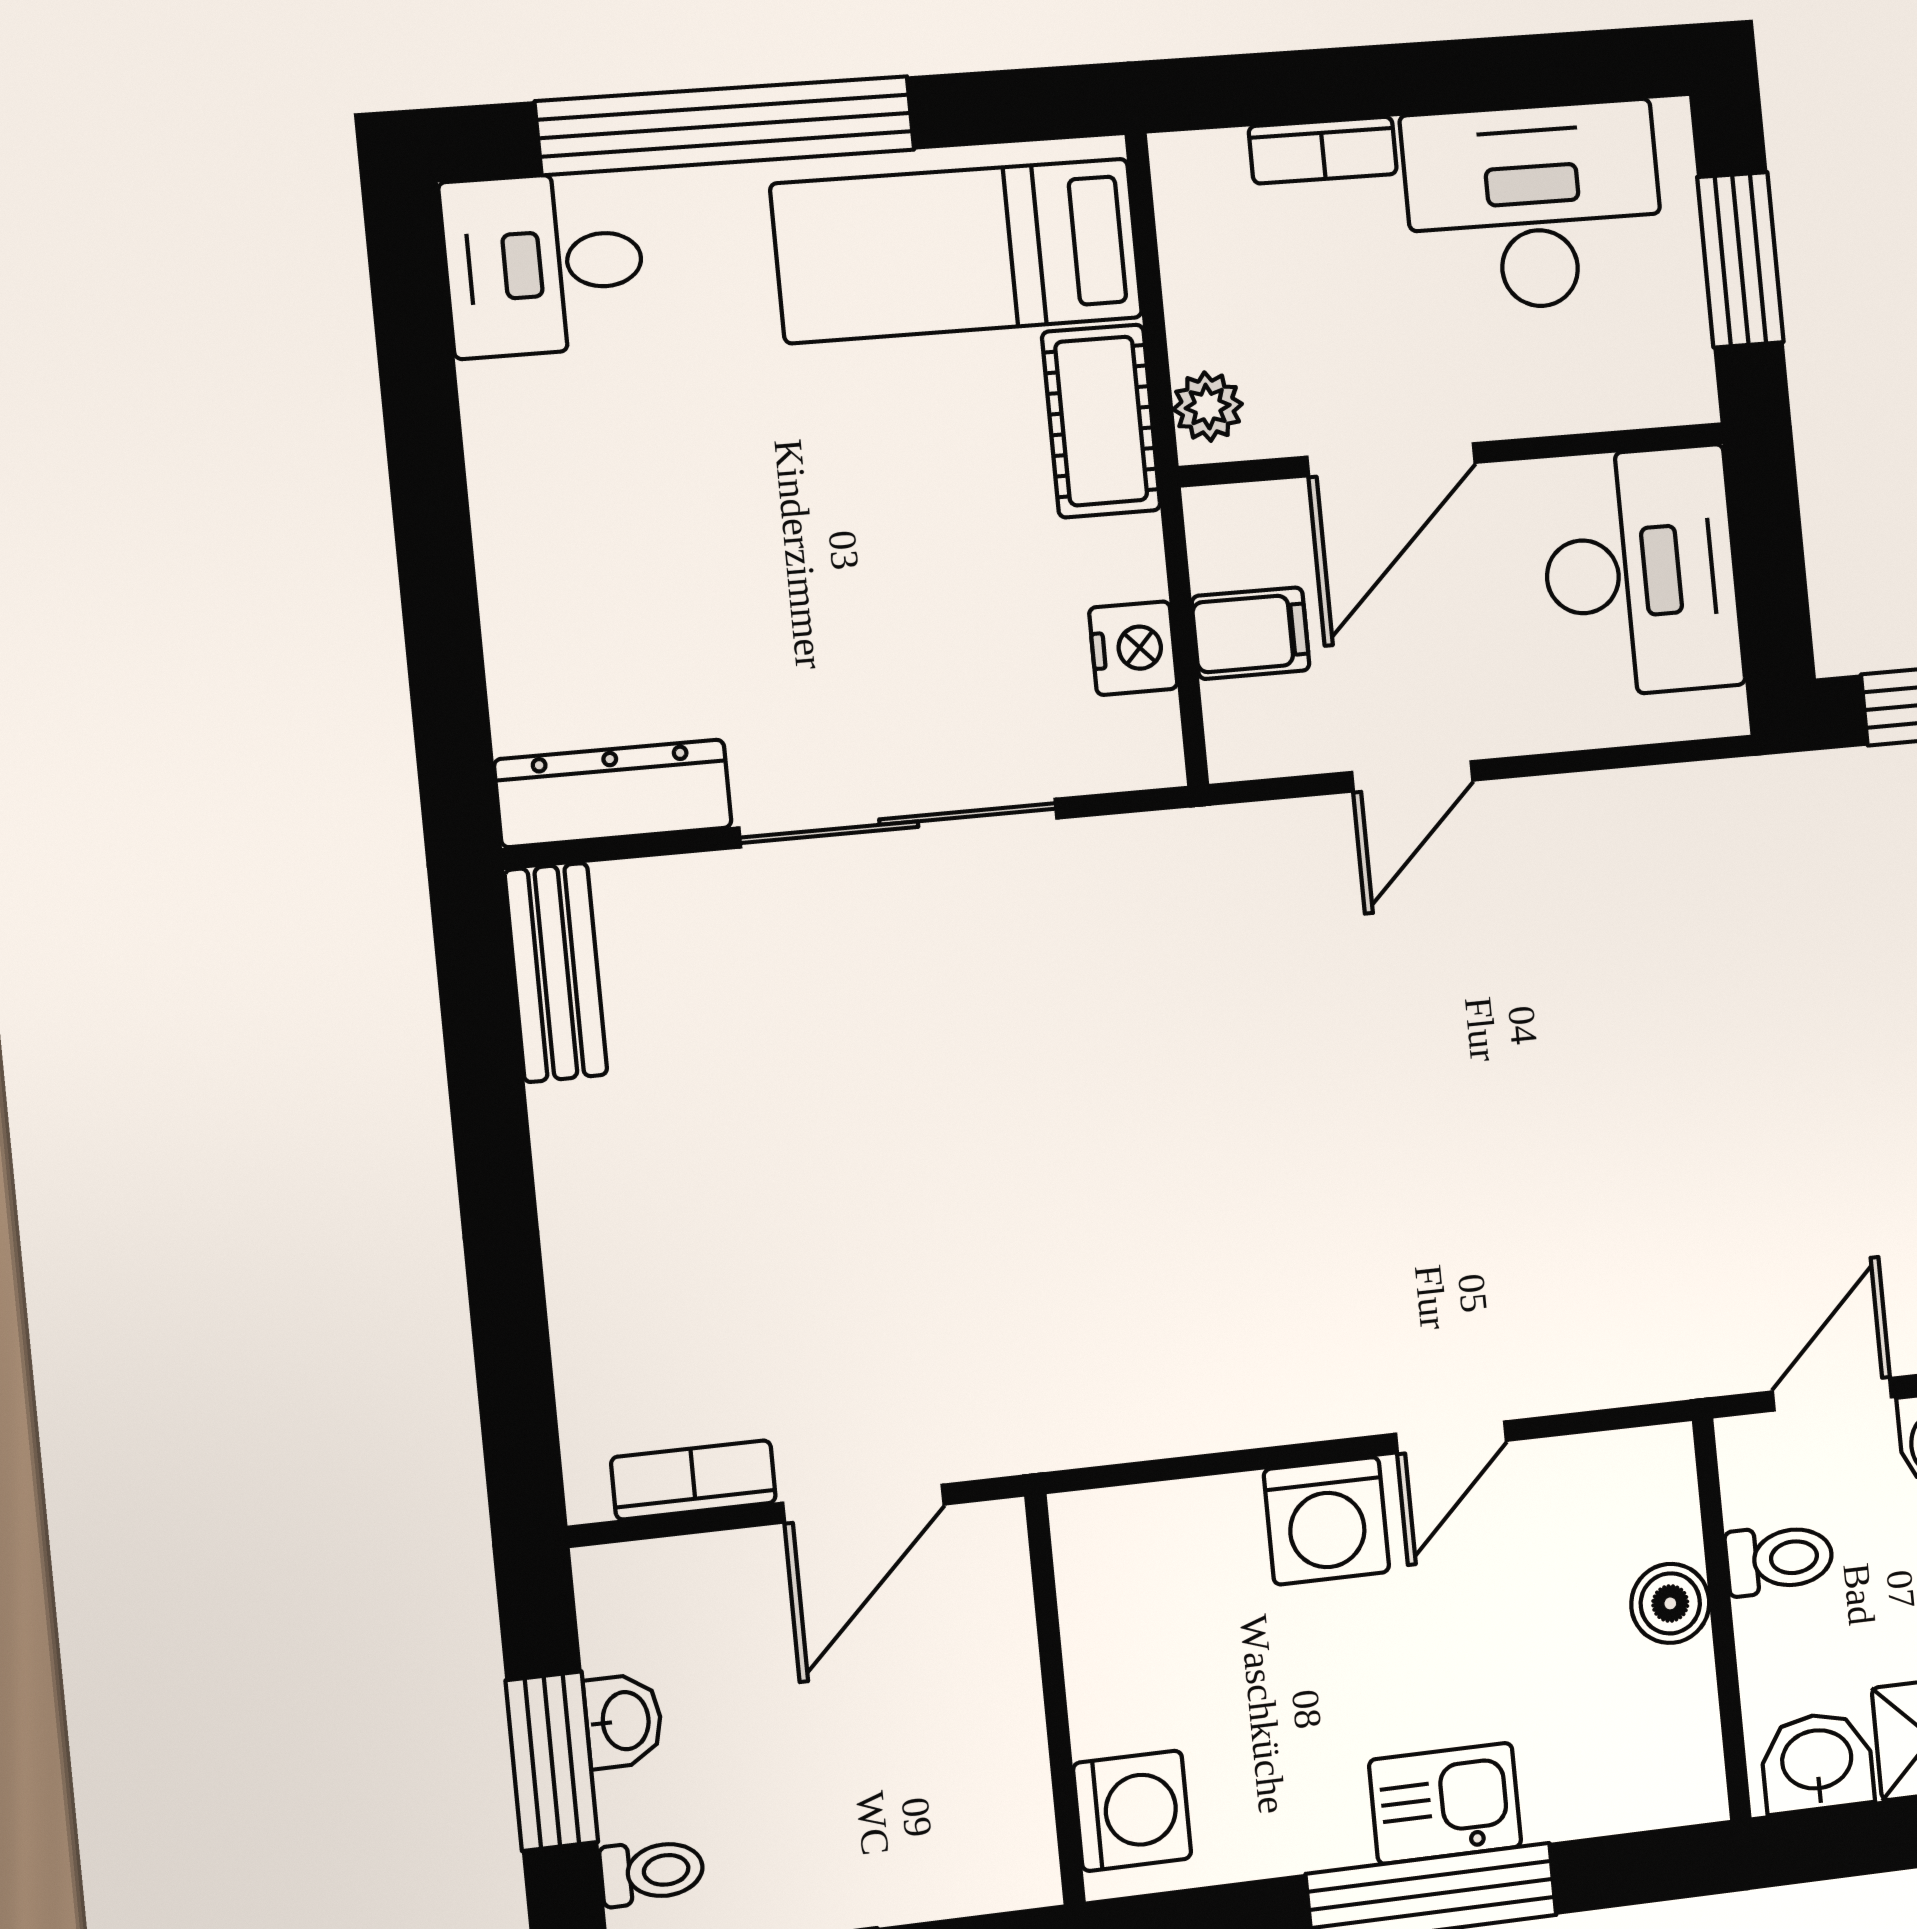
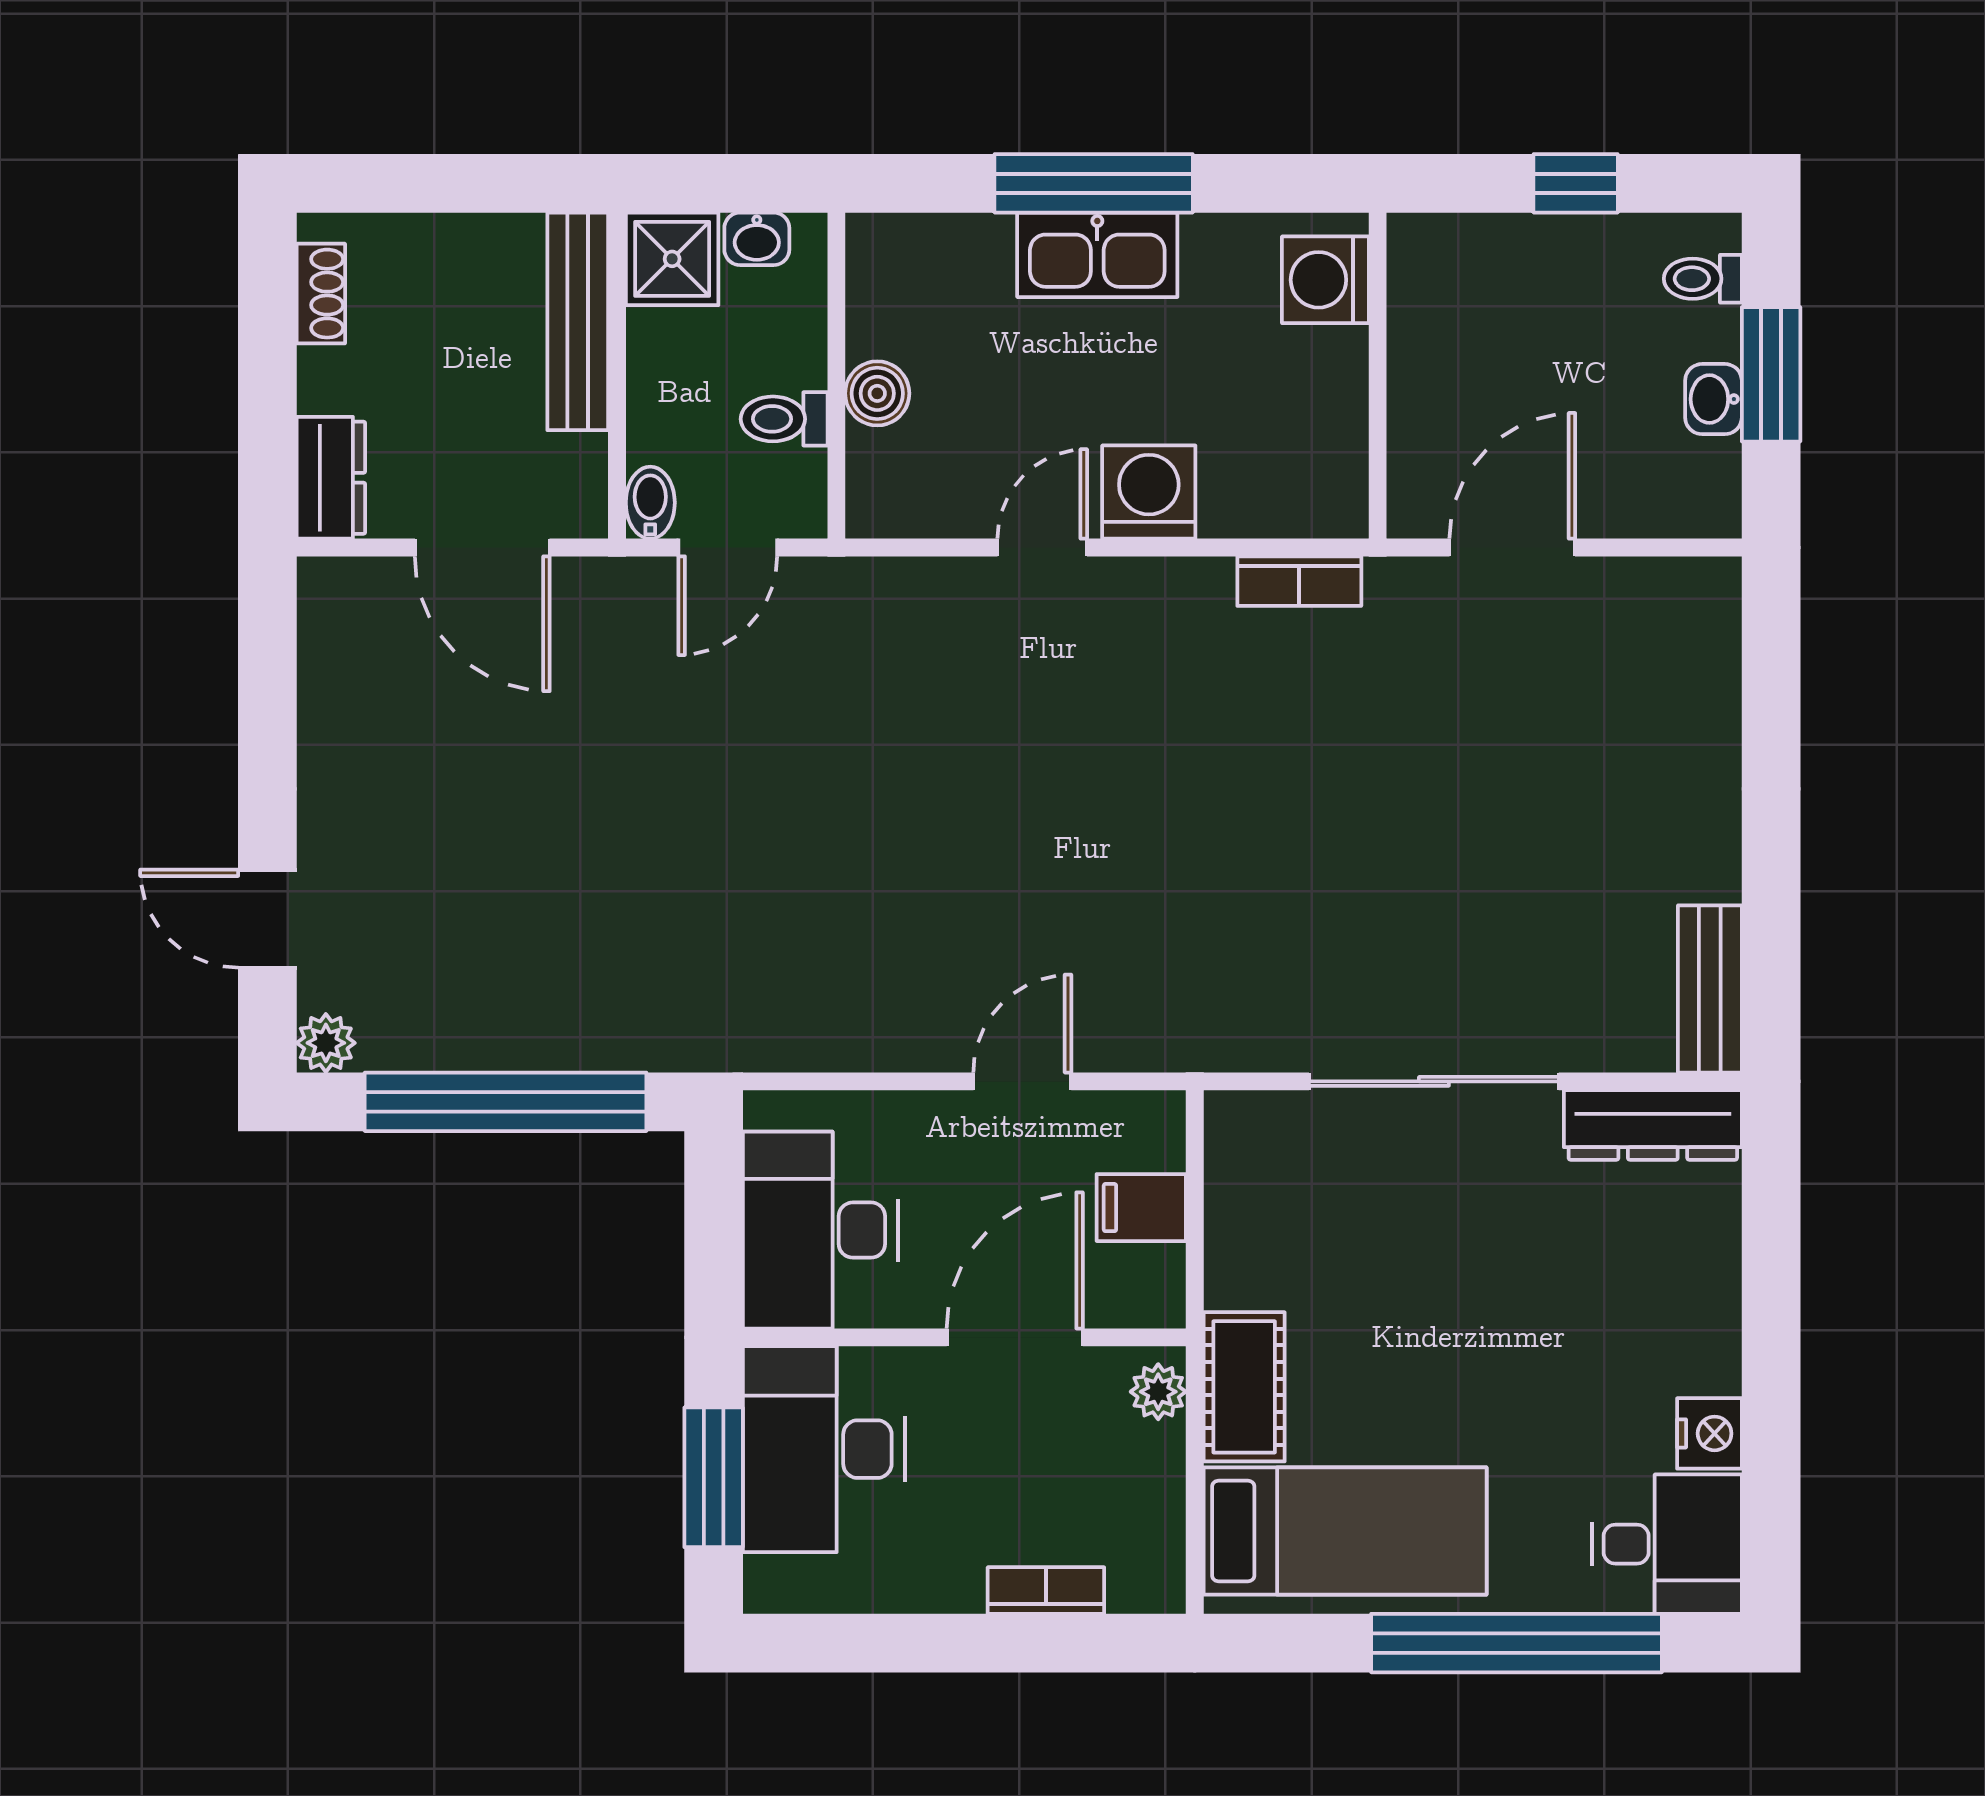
desk: (1534, 206) -> (824, 1449), moved, turned 90
nightstand: (1133, 648) -> (1709, 1433), moved, turned 180
bookcase: (693, 1480) -> (1299, 581), moved
washbasin: (1817, 1762) -> (757, 239), width x0.72, depth x0.69
kitchen sink: (1445, 1803) -> (1097, 255), width x1.38

